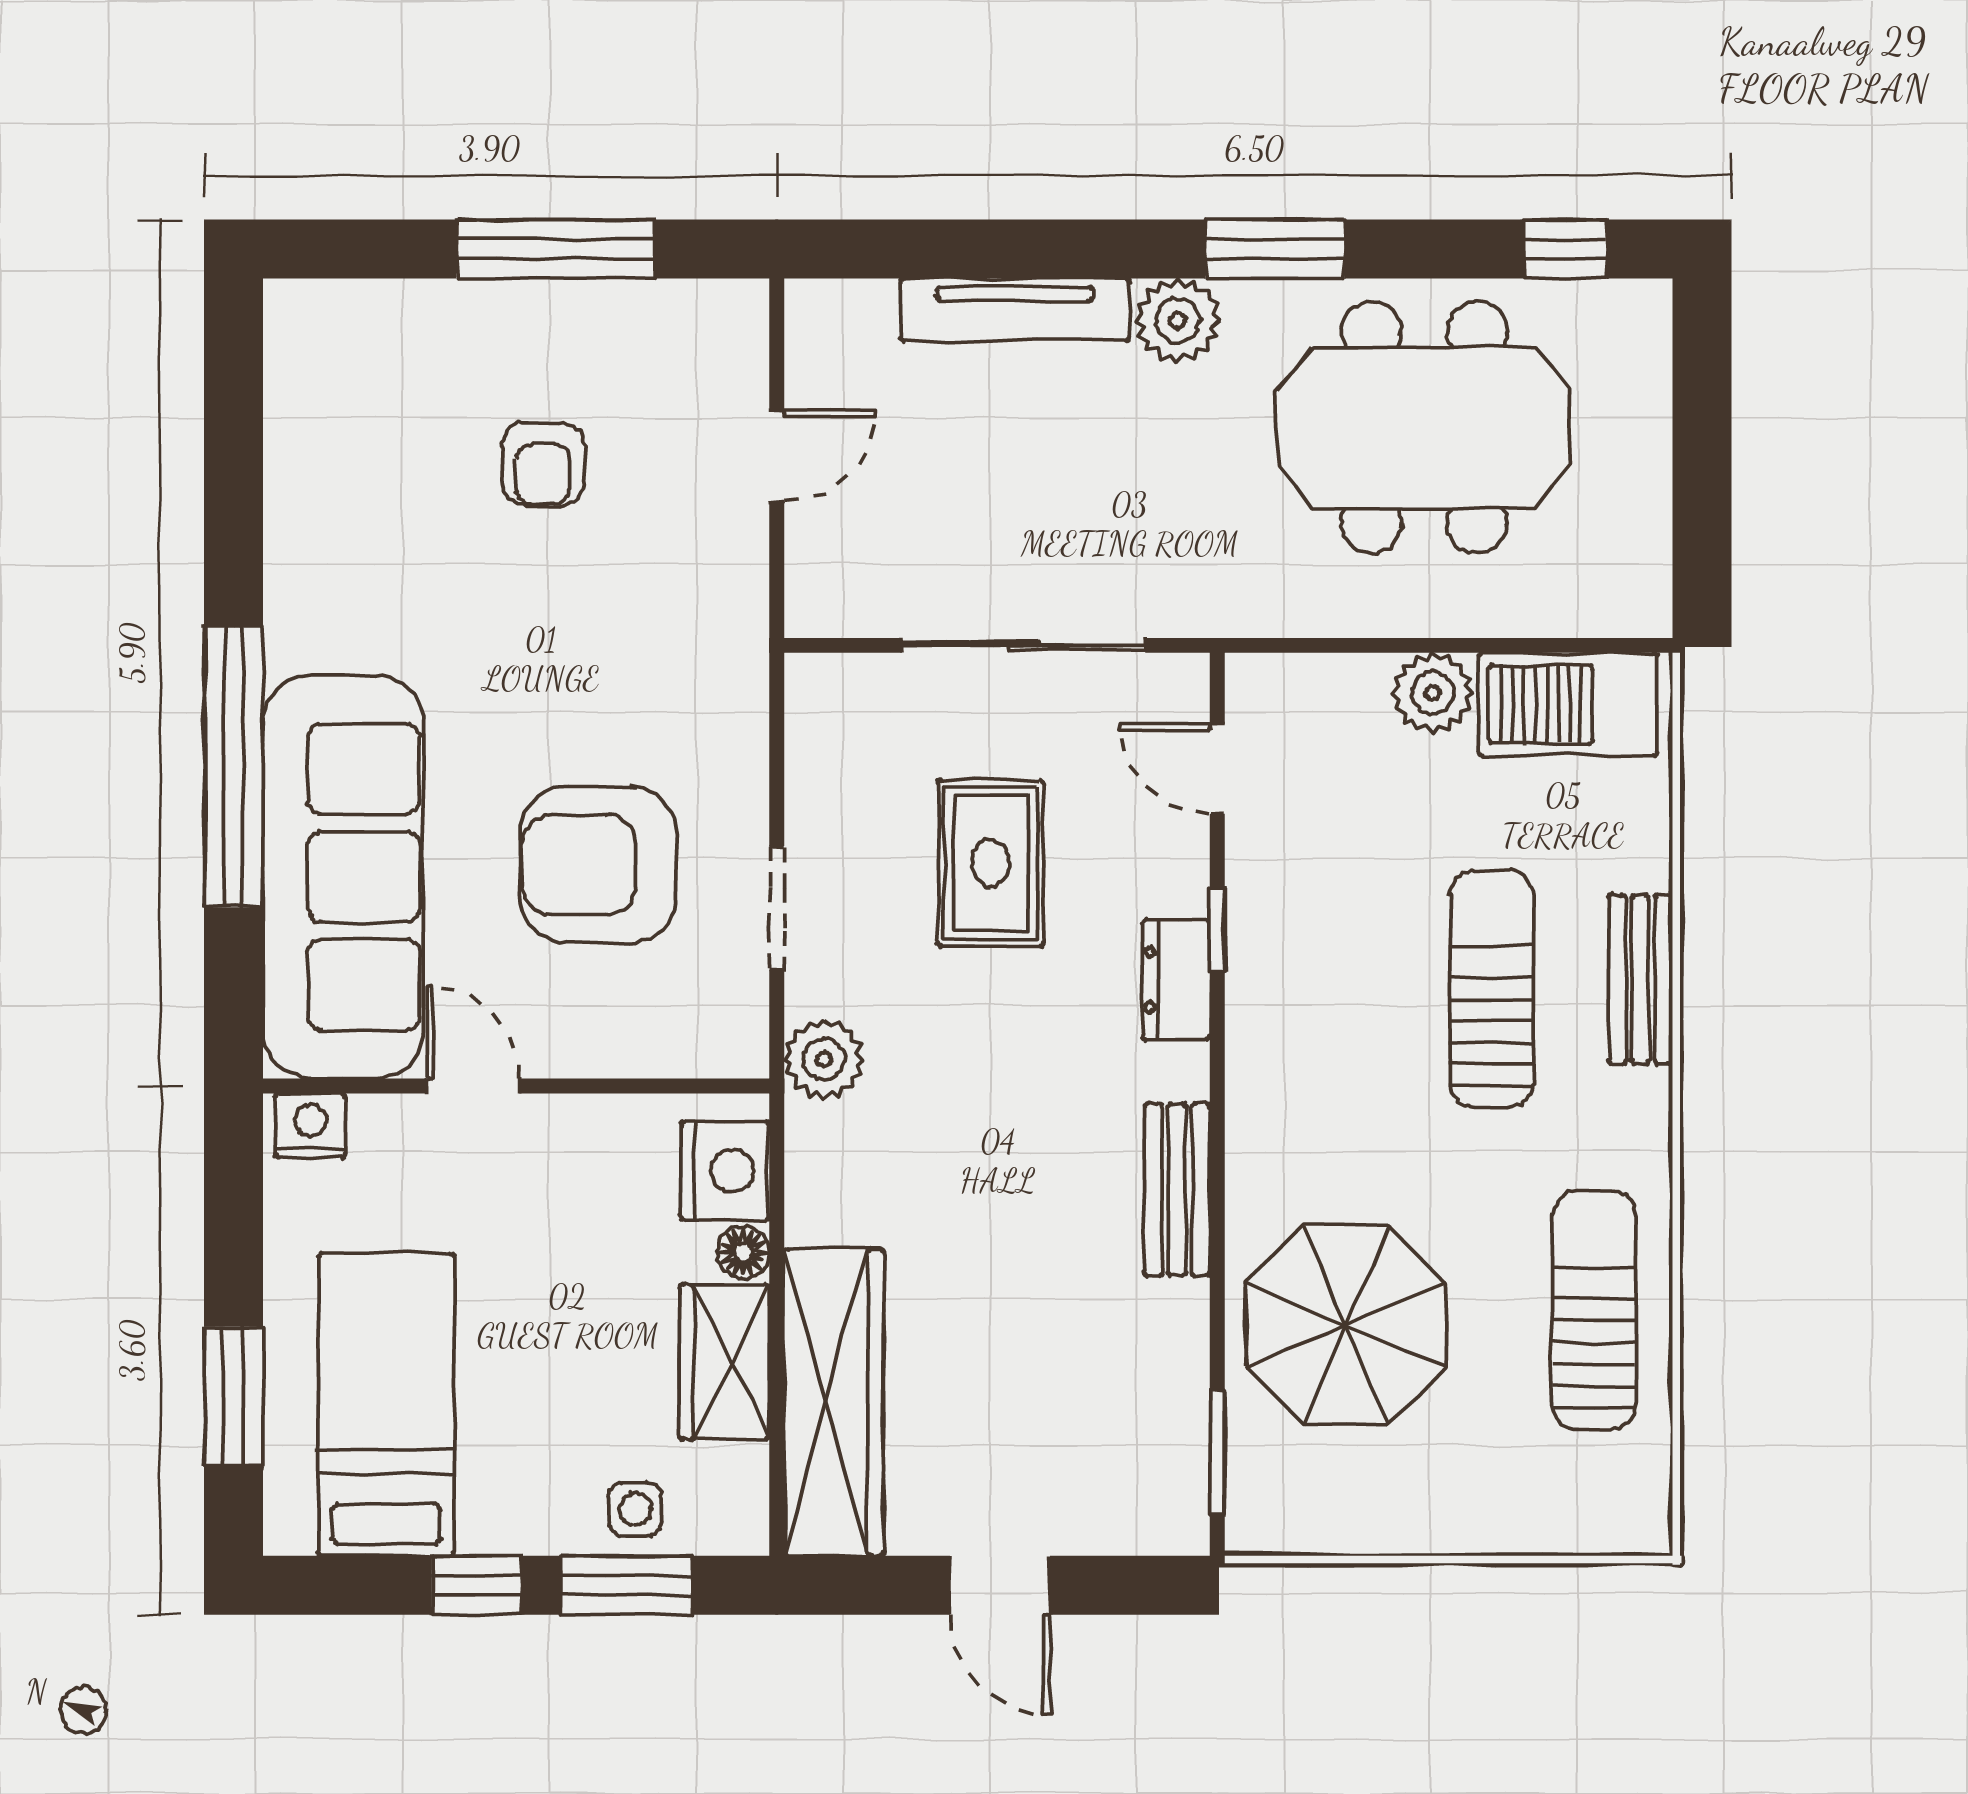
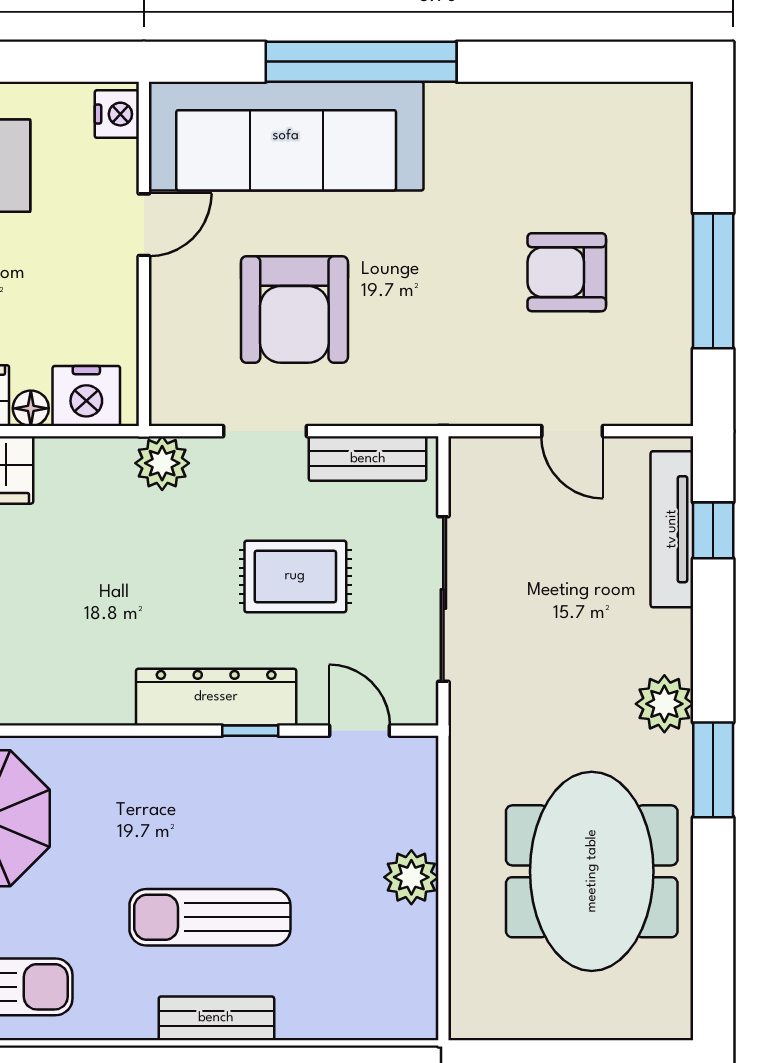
window: (1565, 249) -> (713, 530), moved
tv unit: (1015, 309) -> (672, 529), moved
armchair: (543, 464) -> (567, 272), width x1.38, depth x1.38
barbecue: (1568, 704) -> (403, 969), removed
door: (1217, 769) -> (360, 731), hinge flipped
armchair: (598, 865) -> (294, 309), turned 180
dresser: (1176, 980) -> (216, 697), width x1.96, depth x1.24
sun lounger: (1492, 989) -> (210, 917), turned 180
bench: (1177, 1190) -> (368, 459), moved

